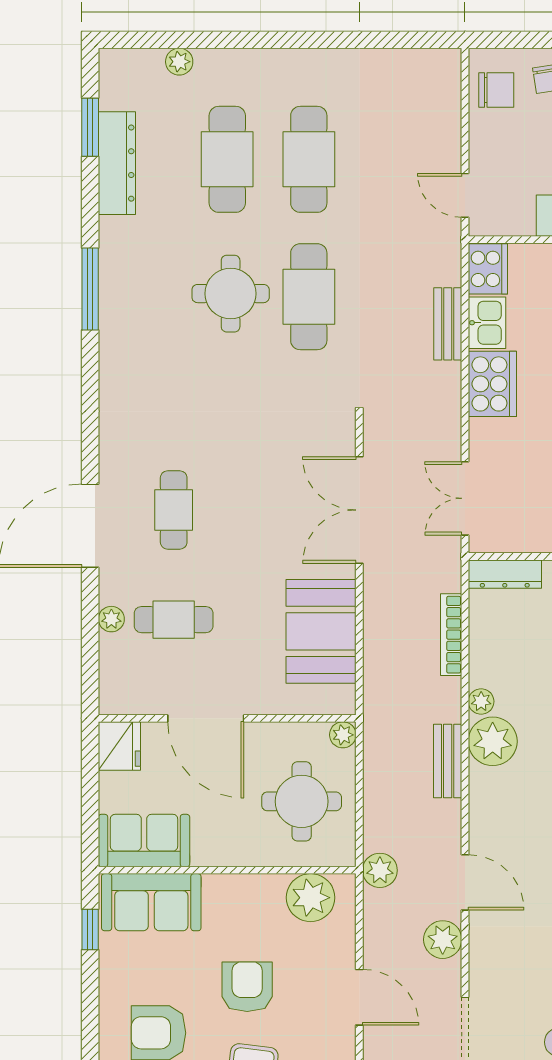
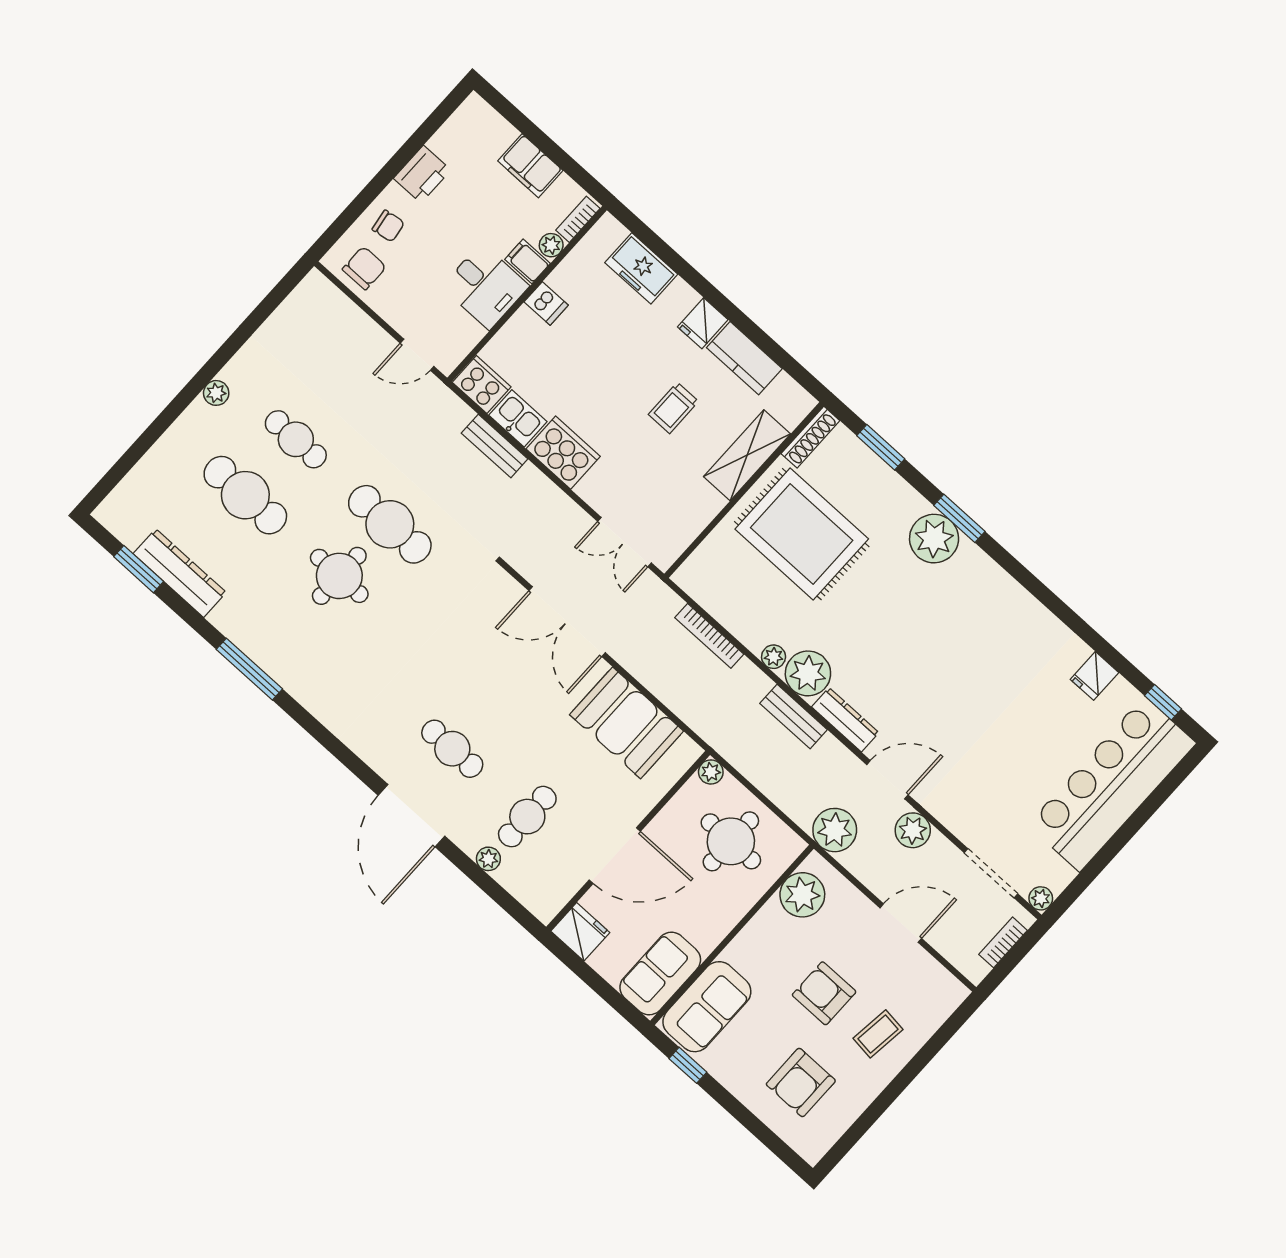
plant: (179, 62) -> (216, 393), moved
cafe table: (309, 159) -> (296, 439), width x0.73, depth x0.74
dresser: (505, 574) -> (845, 720), moved, turned -90
plant: (380, 870) -> (835, 830), width x1.36, depth x1.36

